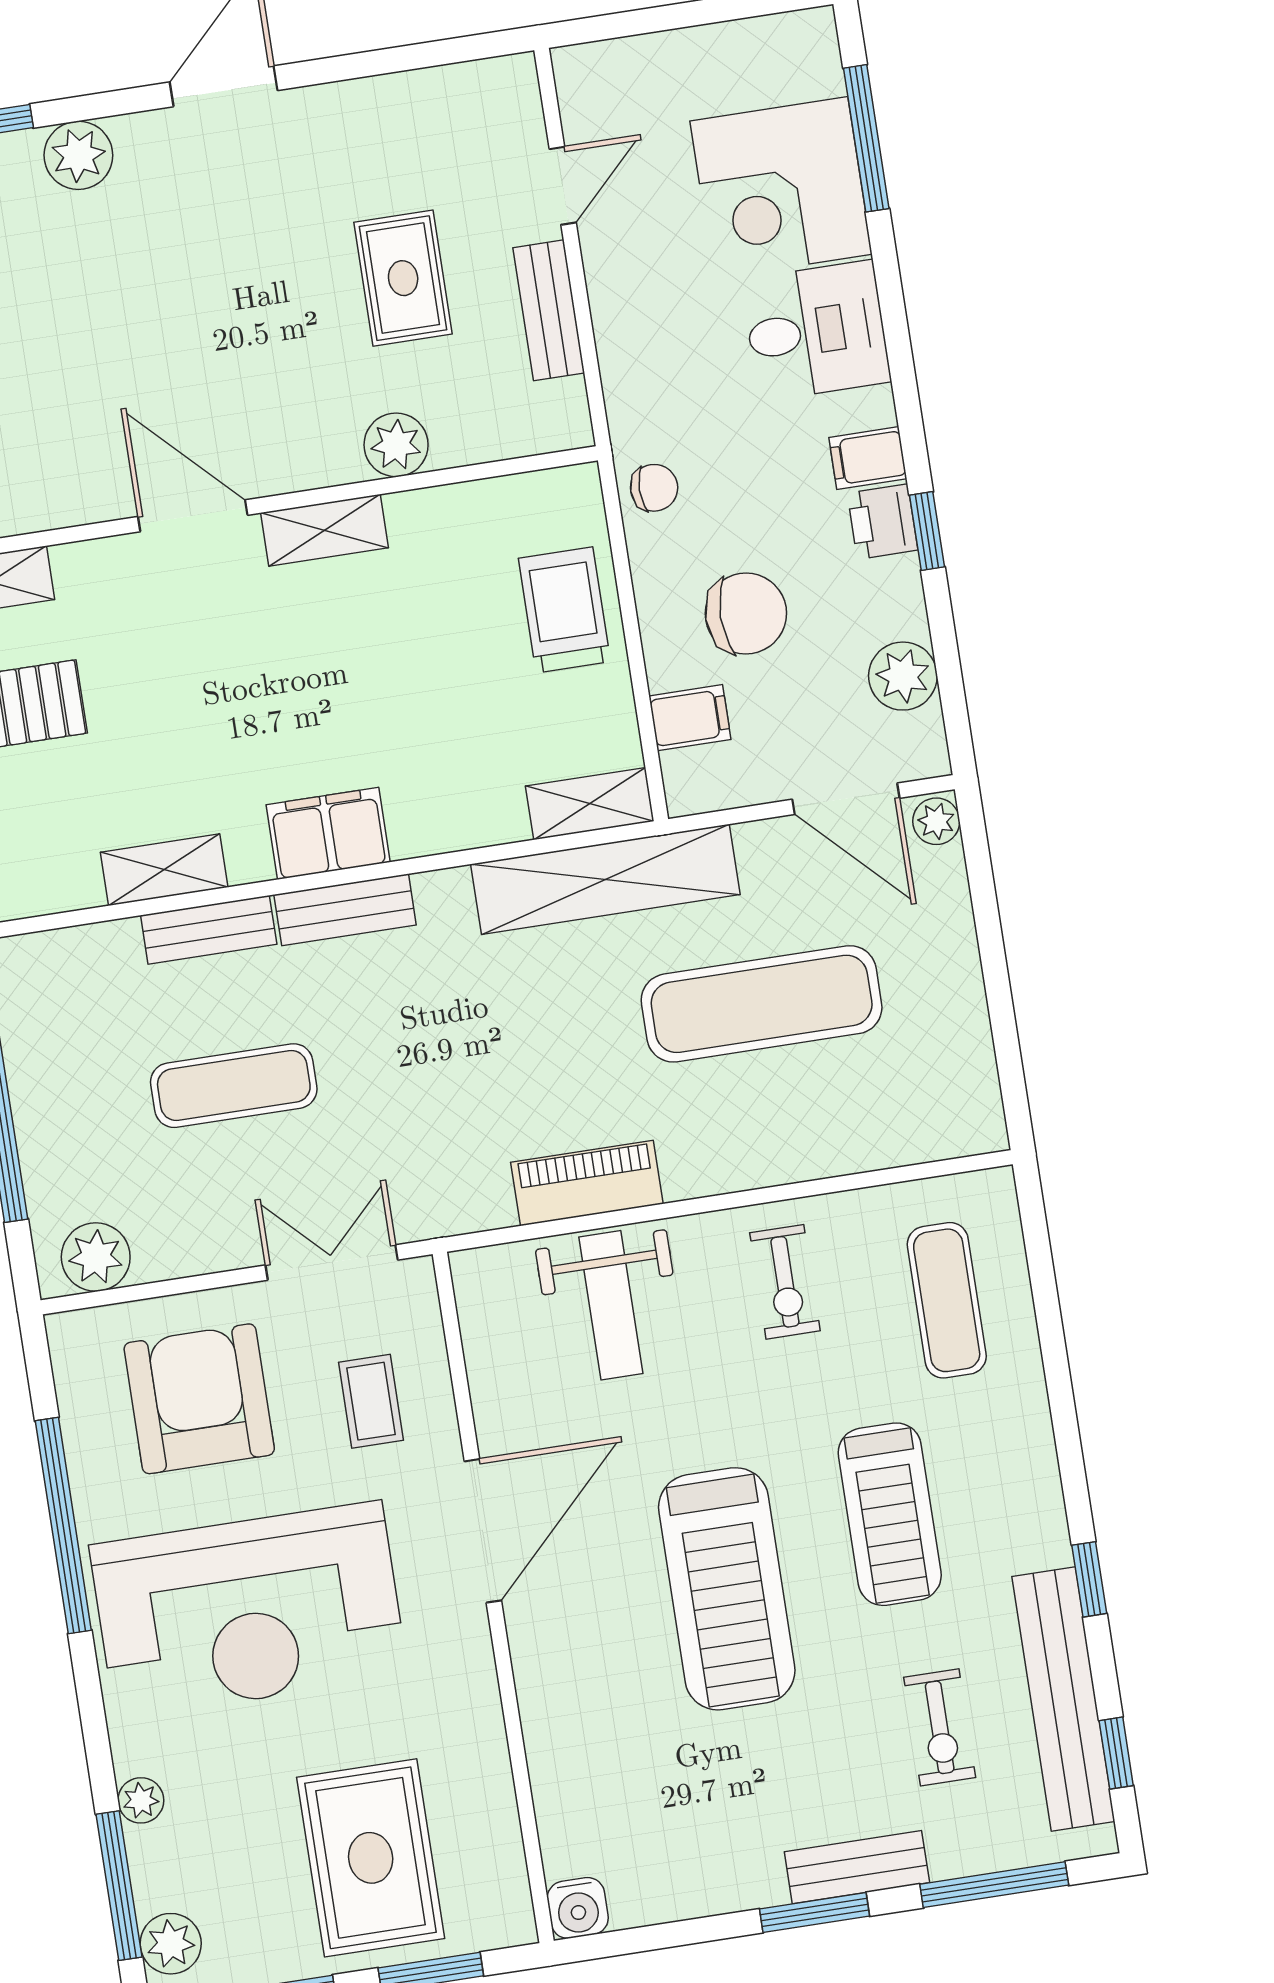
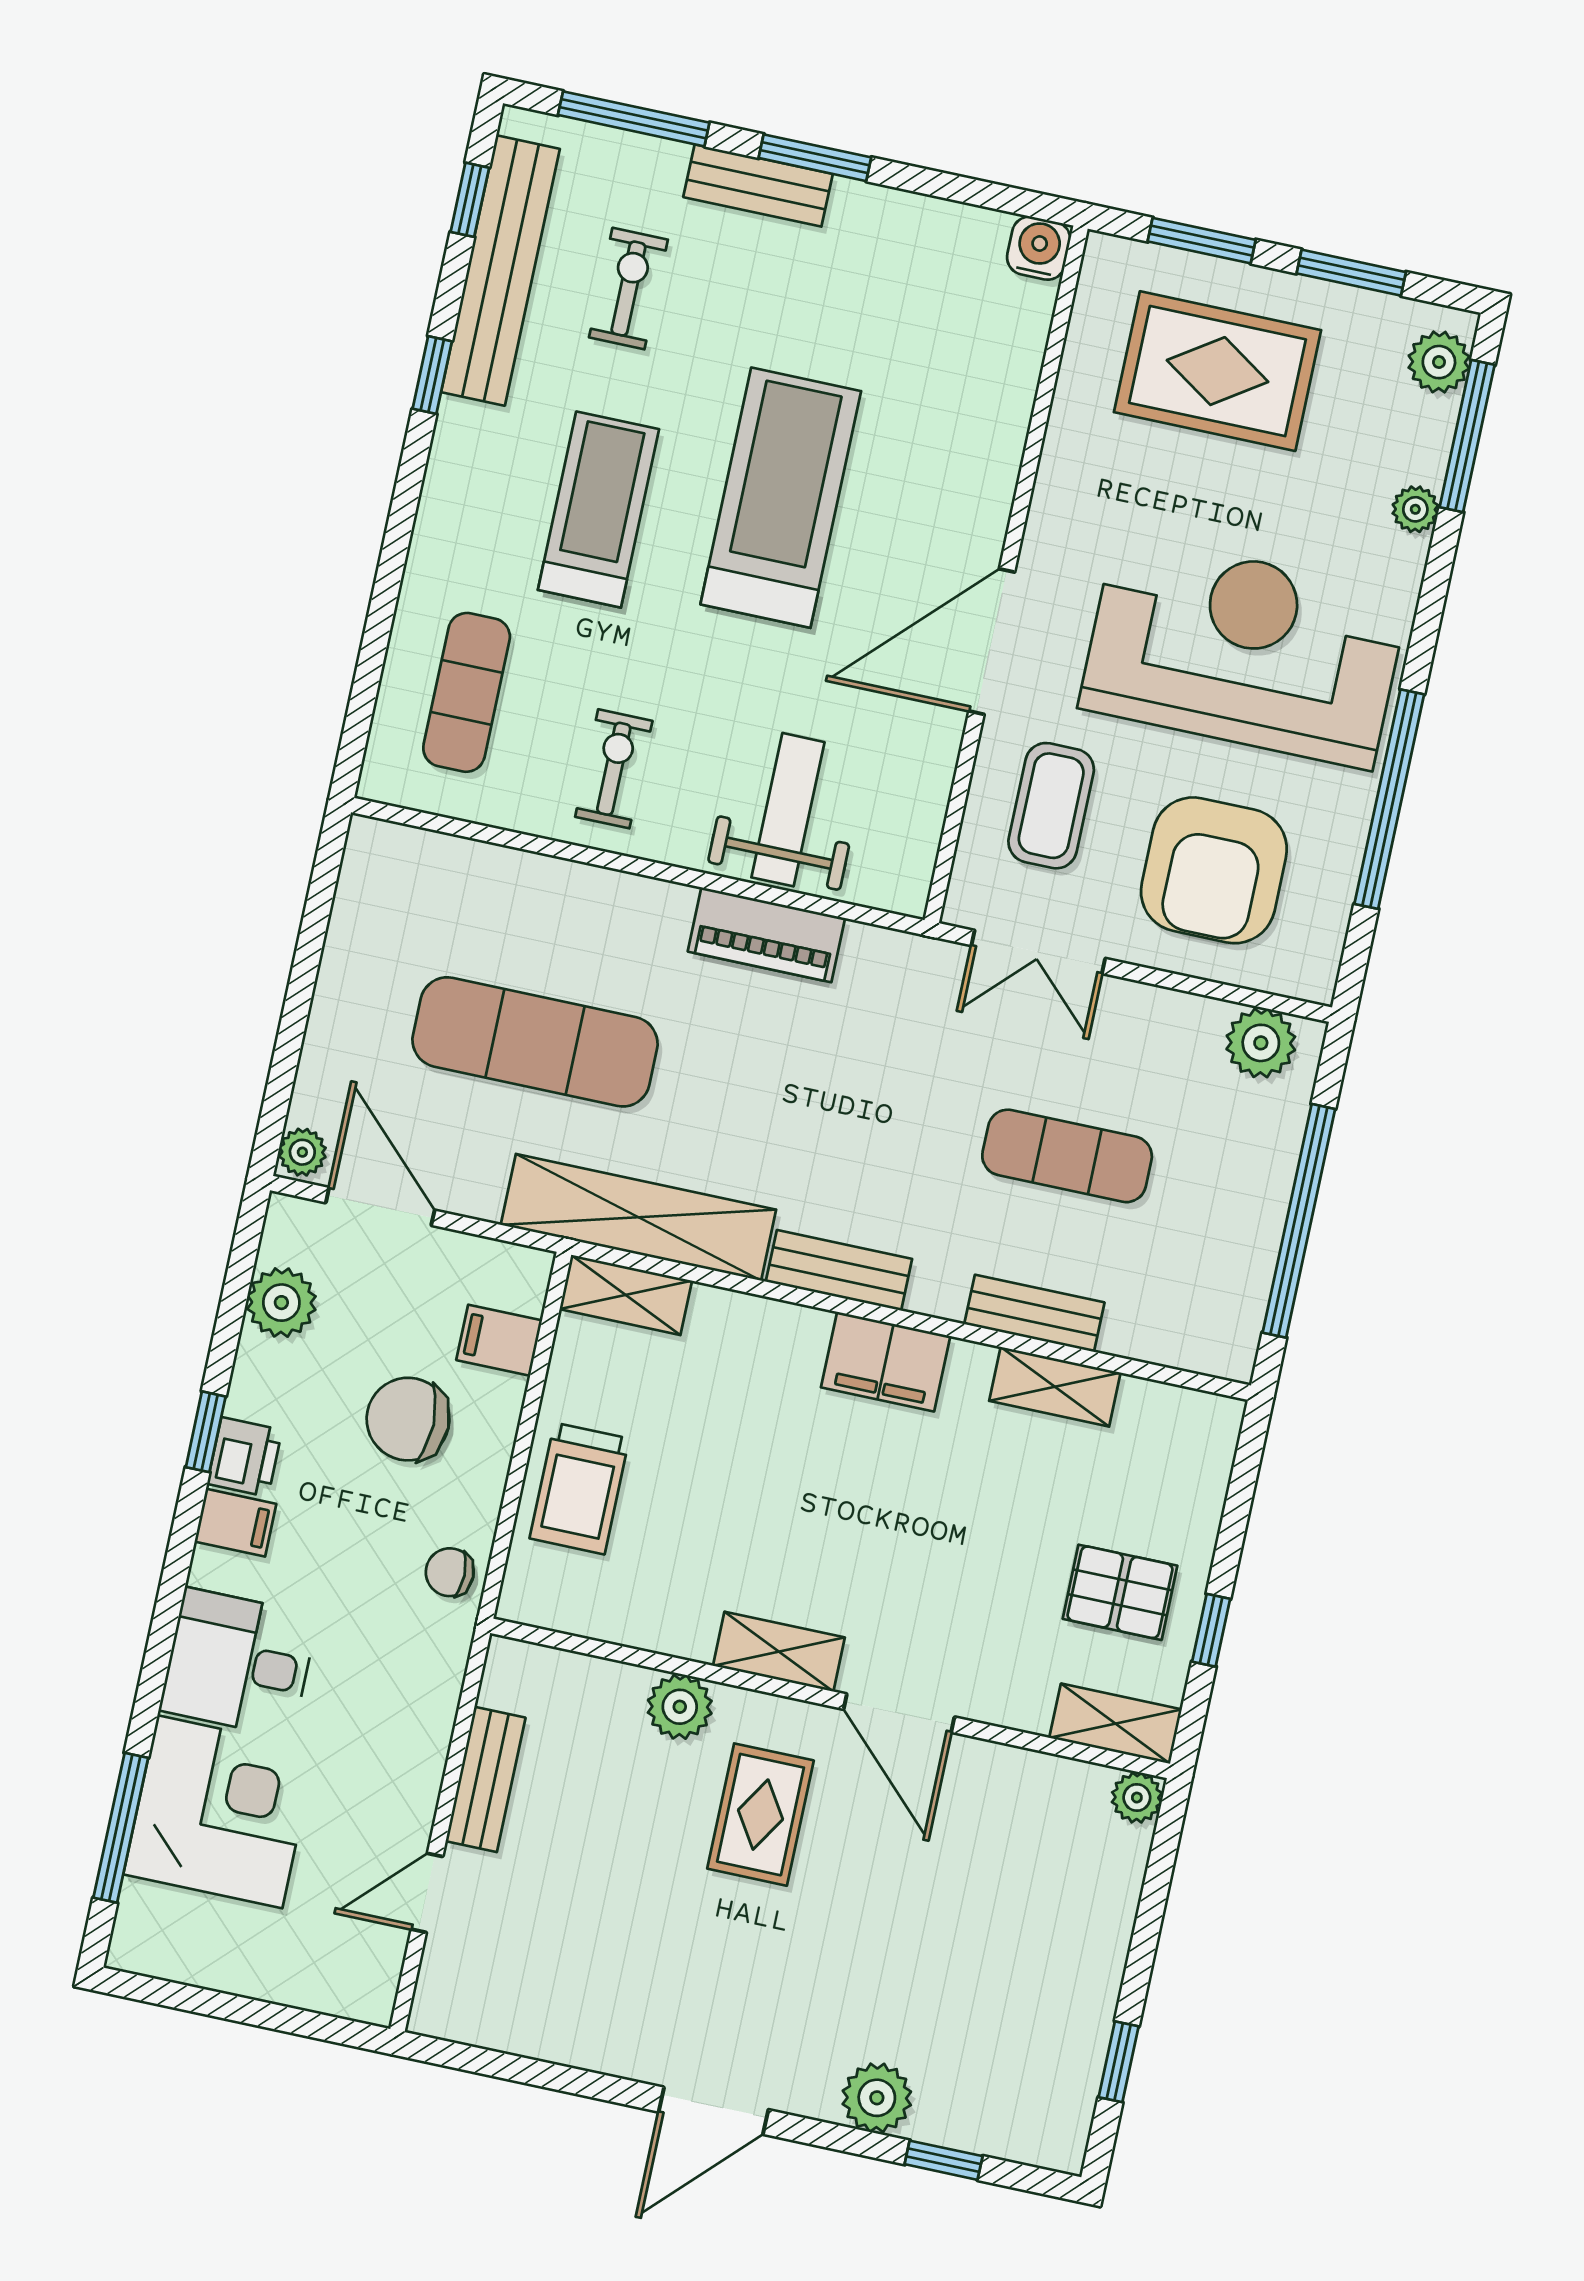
rug: (403, 278) -> (761, 1815), moved
bench: (345, 910) -> (839, 1270), moved
coffee table: (371, 1401) -> (1051, 806), width x1.36, depth x1.30
rug: (371, 1858) -> (1218, 371), turned 90

